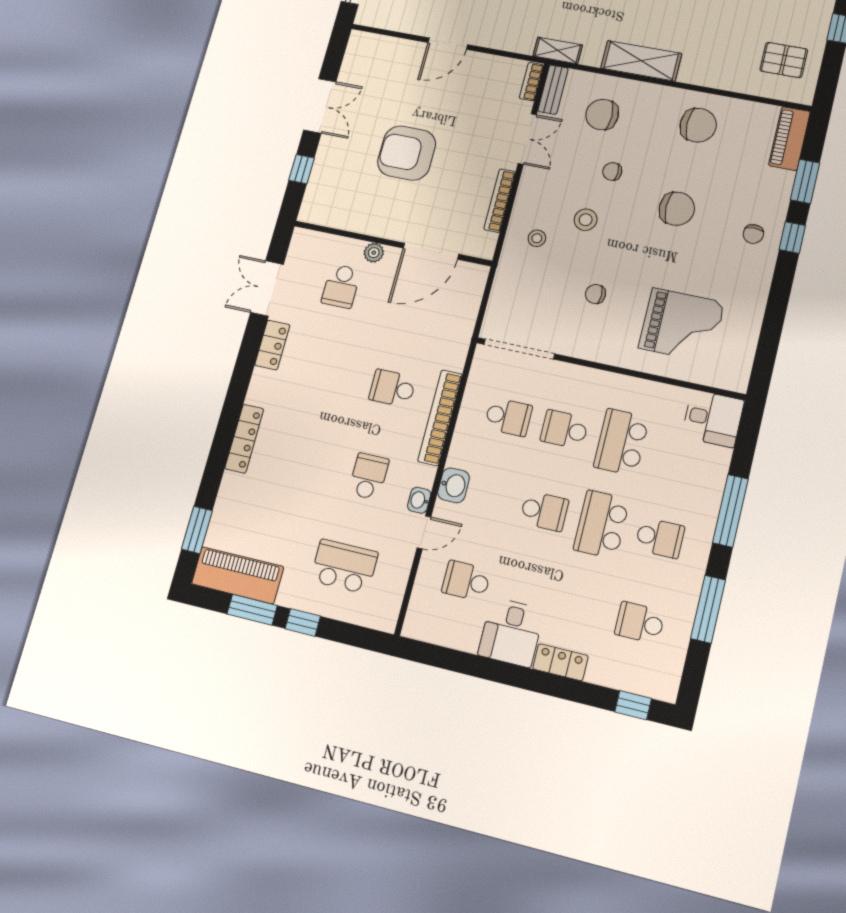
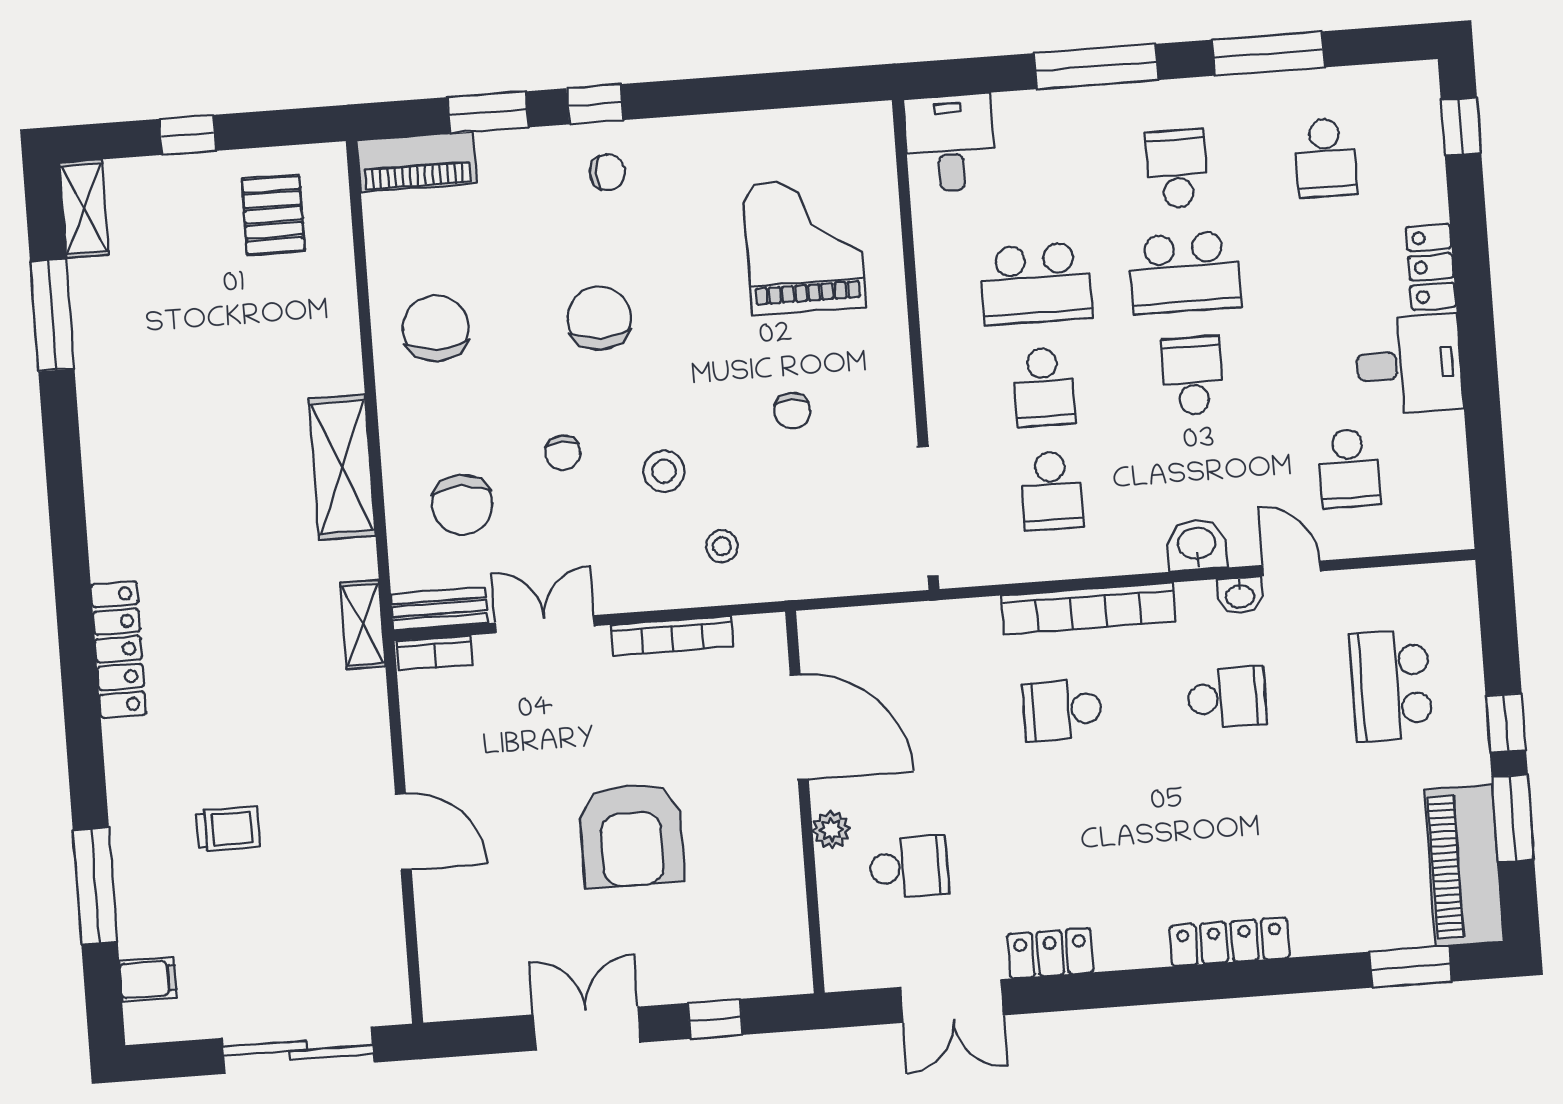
school desk: (392, 388) -> (1062, 710), turned 90
school desk: (508, 417) -> (1052, 491), turned 180
school desk: (369, 476) -> (1227, 698), turned 180

